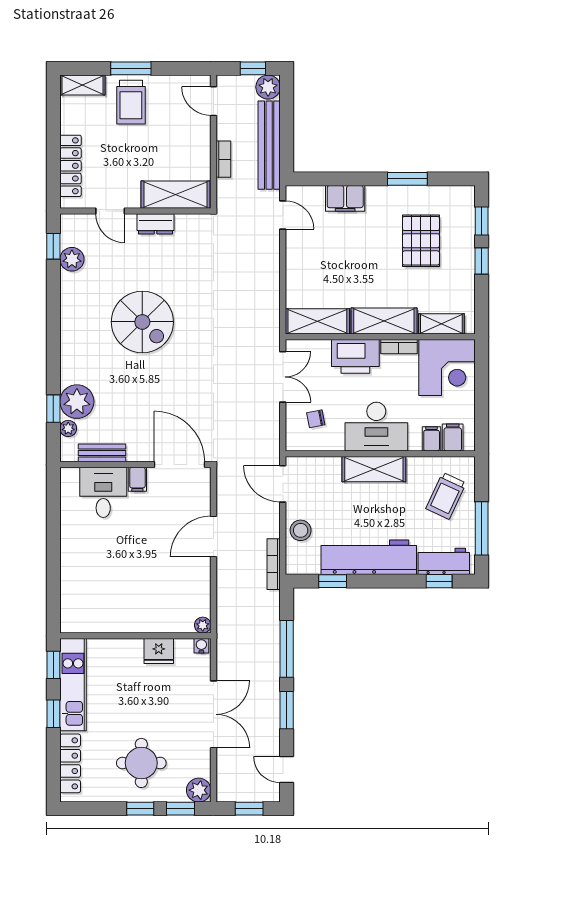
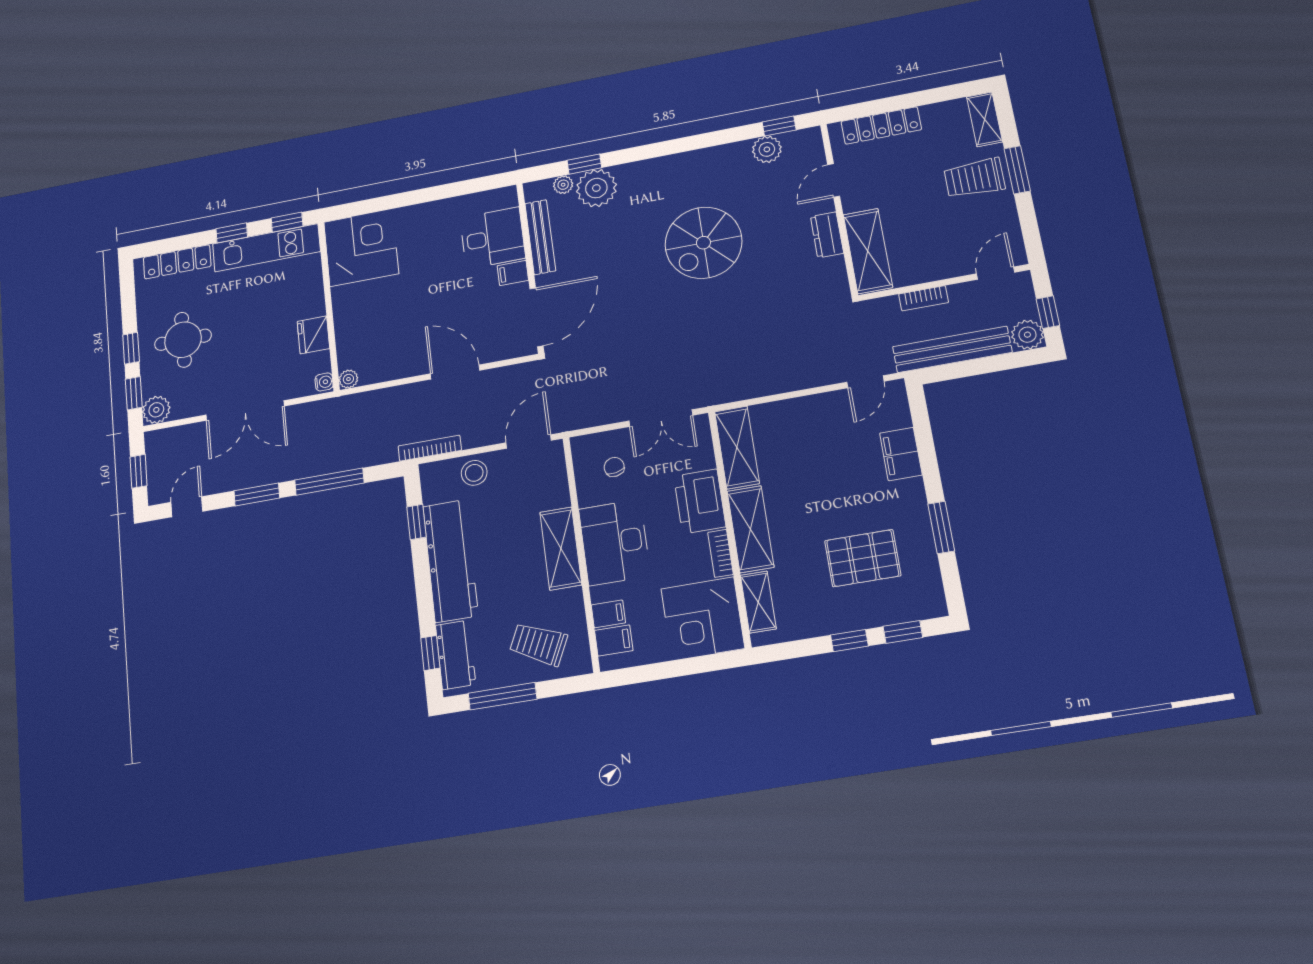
bench: (102, 453) -> (540, 237), width x1.36
corner desk: (90, 604) -> (361, 248), added

